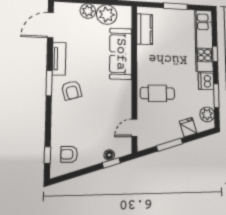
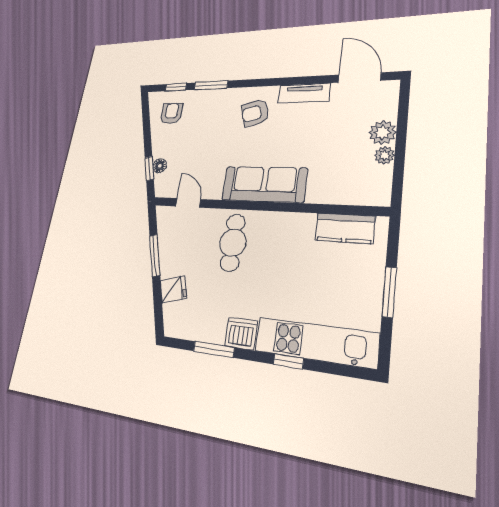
plant: (107, 15) -> (384, 155), width x0.53, depth x0.53
sofa: (121, 54) -> (264, 184), moved
window: (49, 83) -> (211, 85), moved
plant: (207, 114) -> (187, 326), removed

